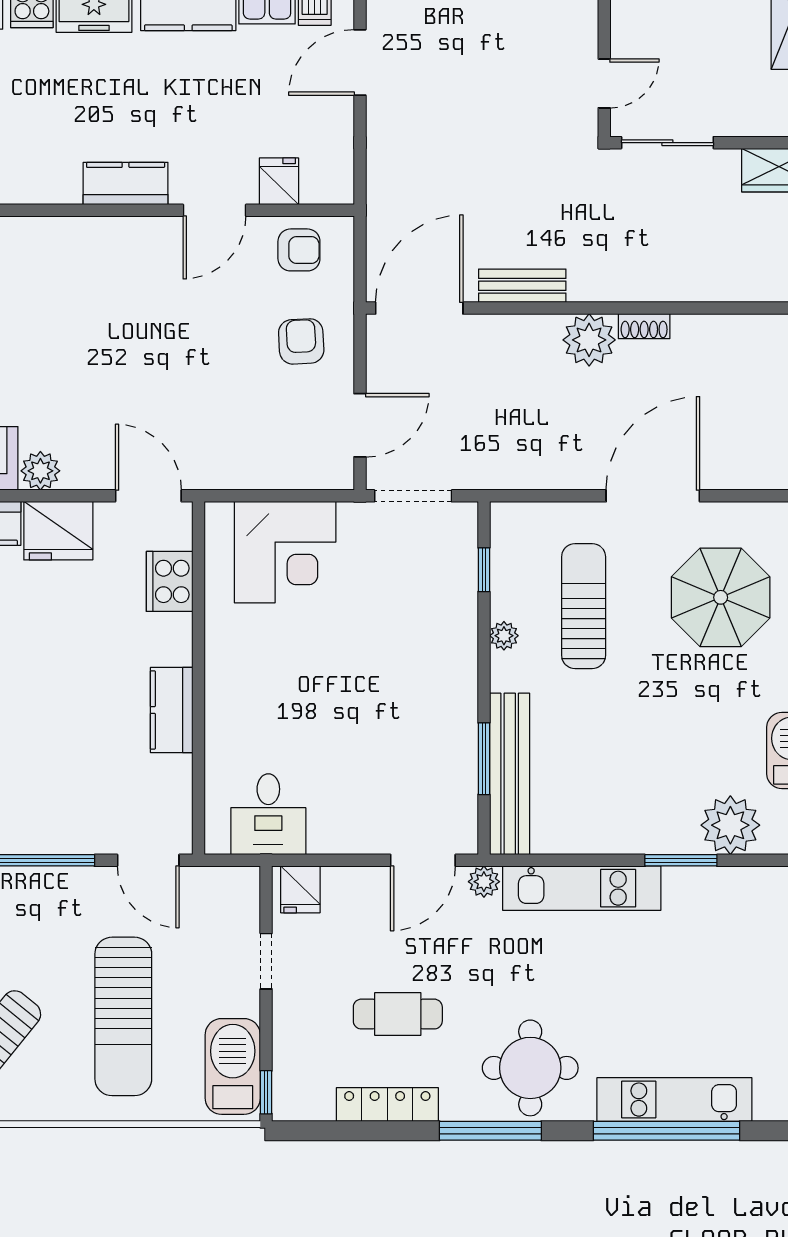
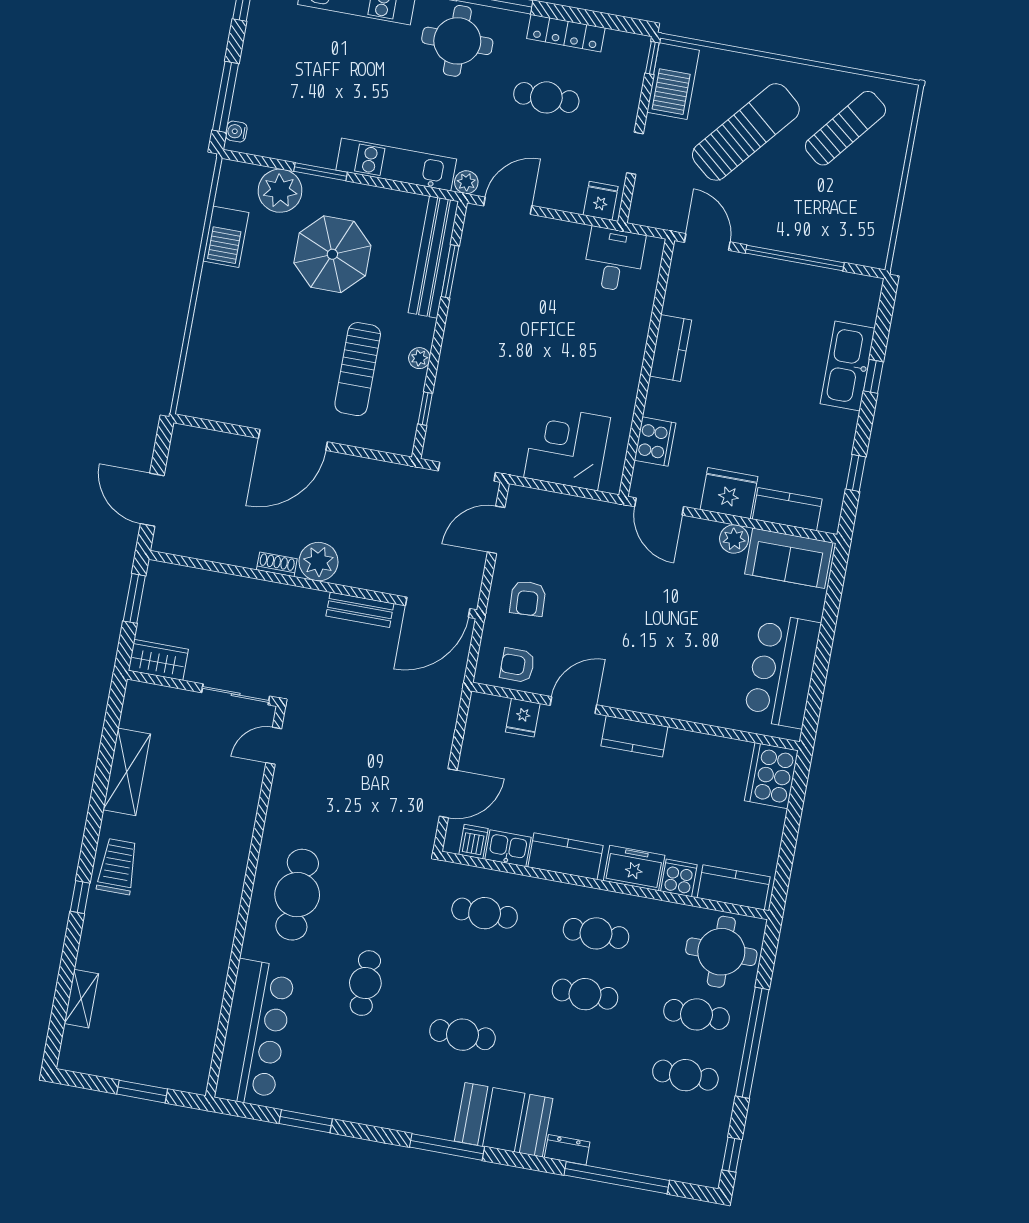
parasol: (721, 597) -> (332, 254), moved
sun lounger: (123, 1016) -> (746, 132), turned 40

